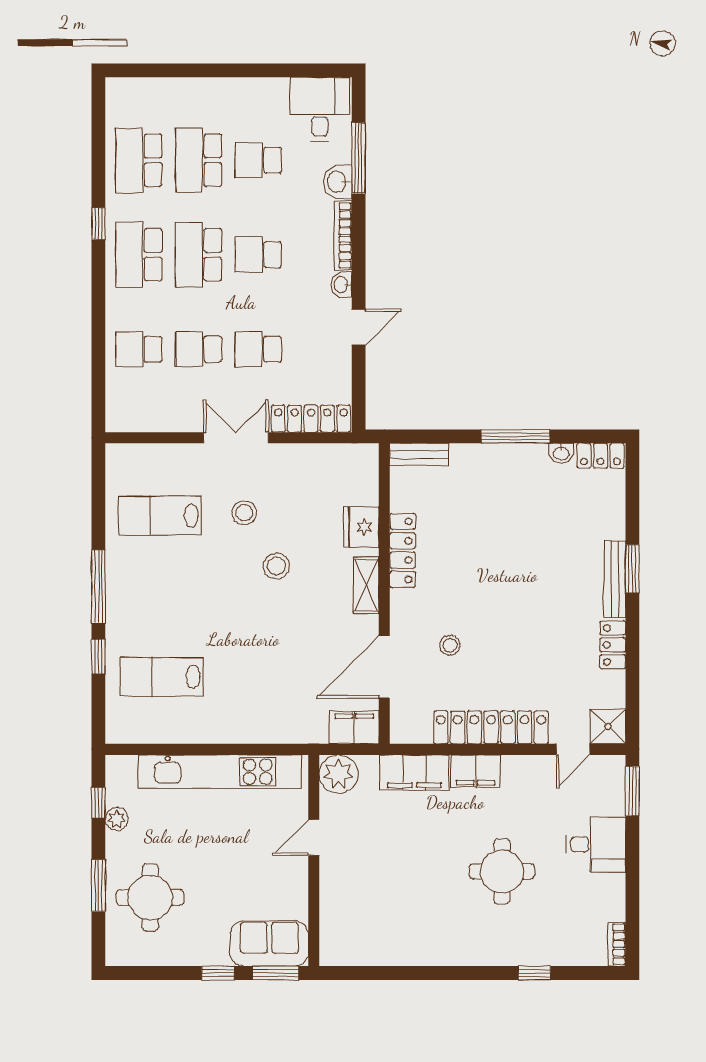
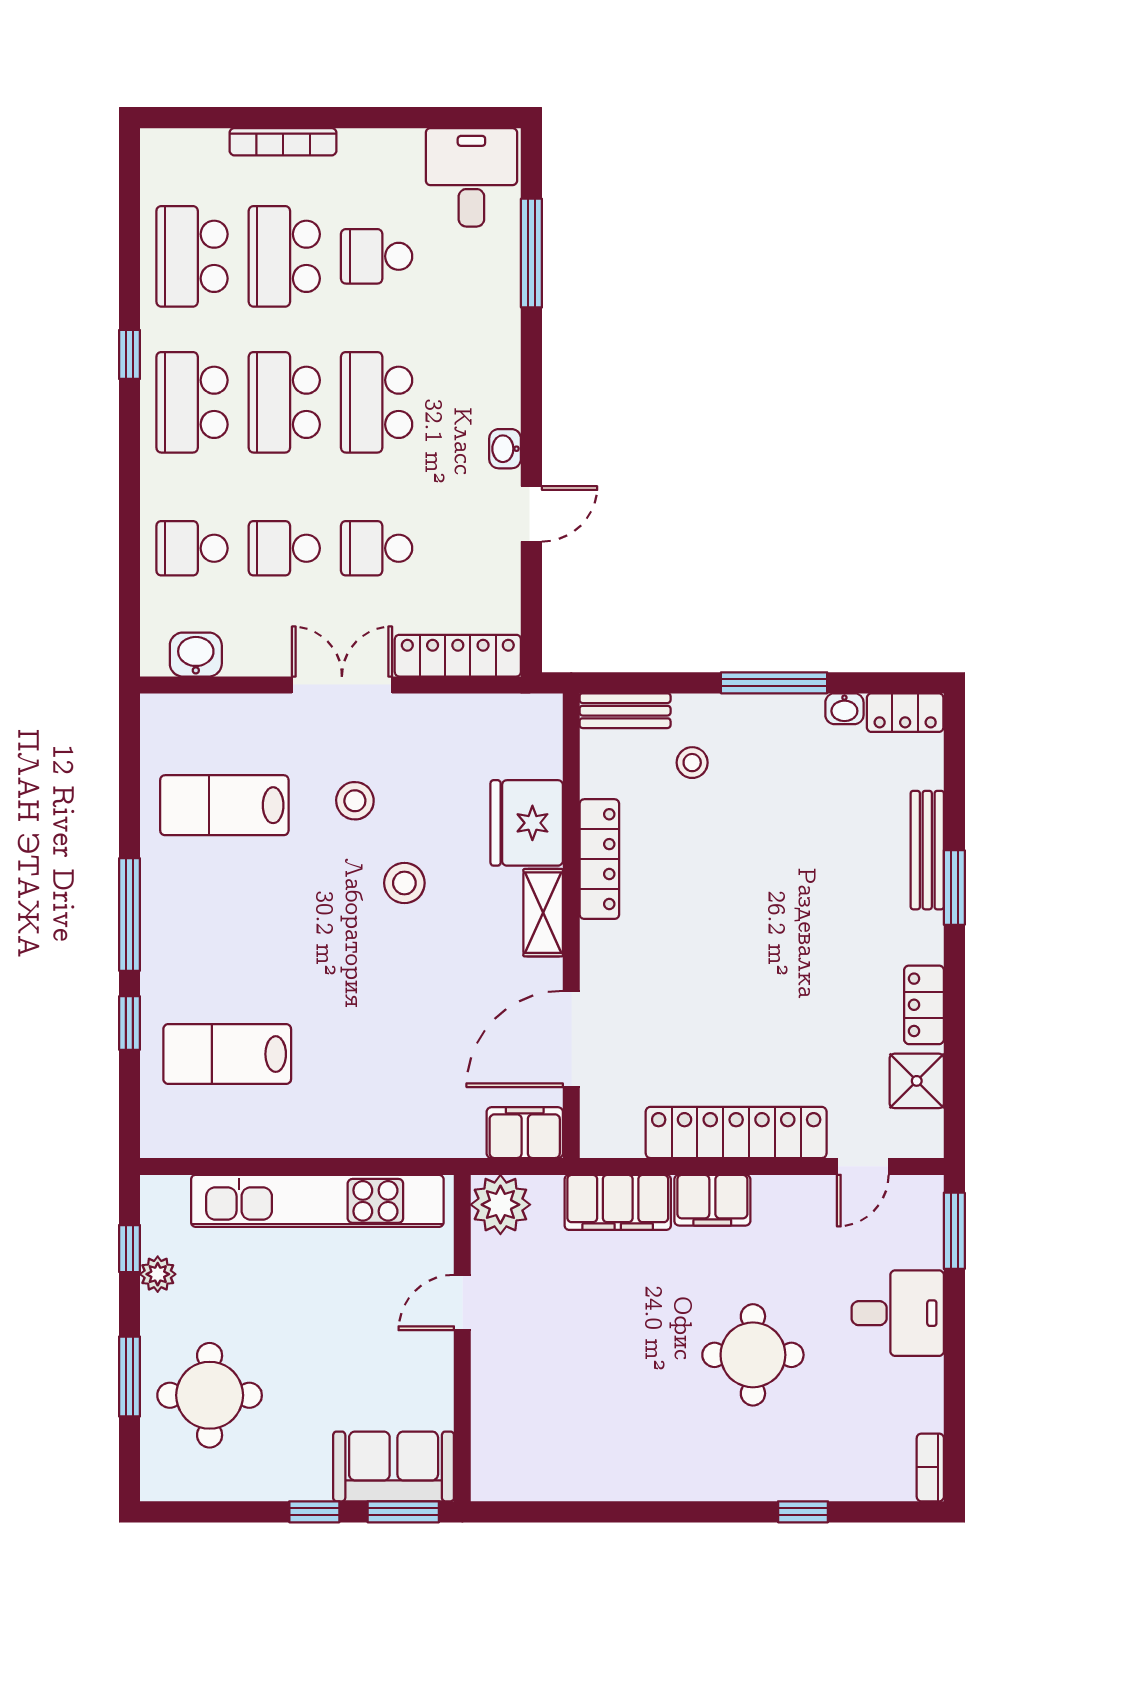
washbasin: (338, 182) -> (196, 655), moved, turned 90
bookcase: (343, 235) -> (283, 142), moved, turned -90
school desk: (258, 255) -> (377, 402), width x1.85
fridge: (361, 527) -> (527, 823), width x1.36, depth x1.34
bench: (615, 579) -> (927, 850), moved
stool: (450, 645) -> (692, 763), moved
shower: (608, 726) -> (917, 1081), moved

